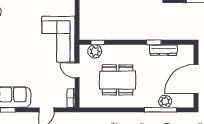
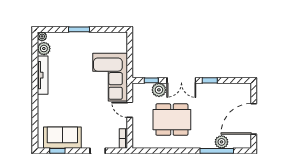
double door: (127, 42) -> (181, 80), added
dresser: (163, 50) -> (220, 88), removed
plant: (95, 51) -> (159, 90), moved

